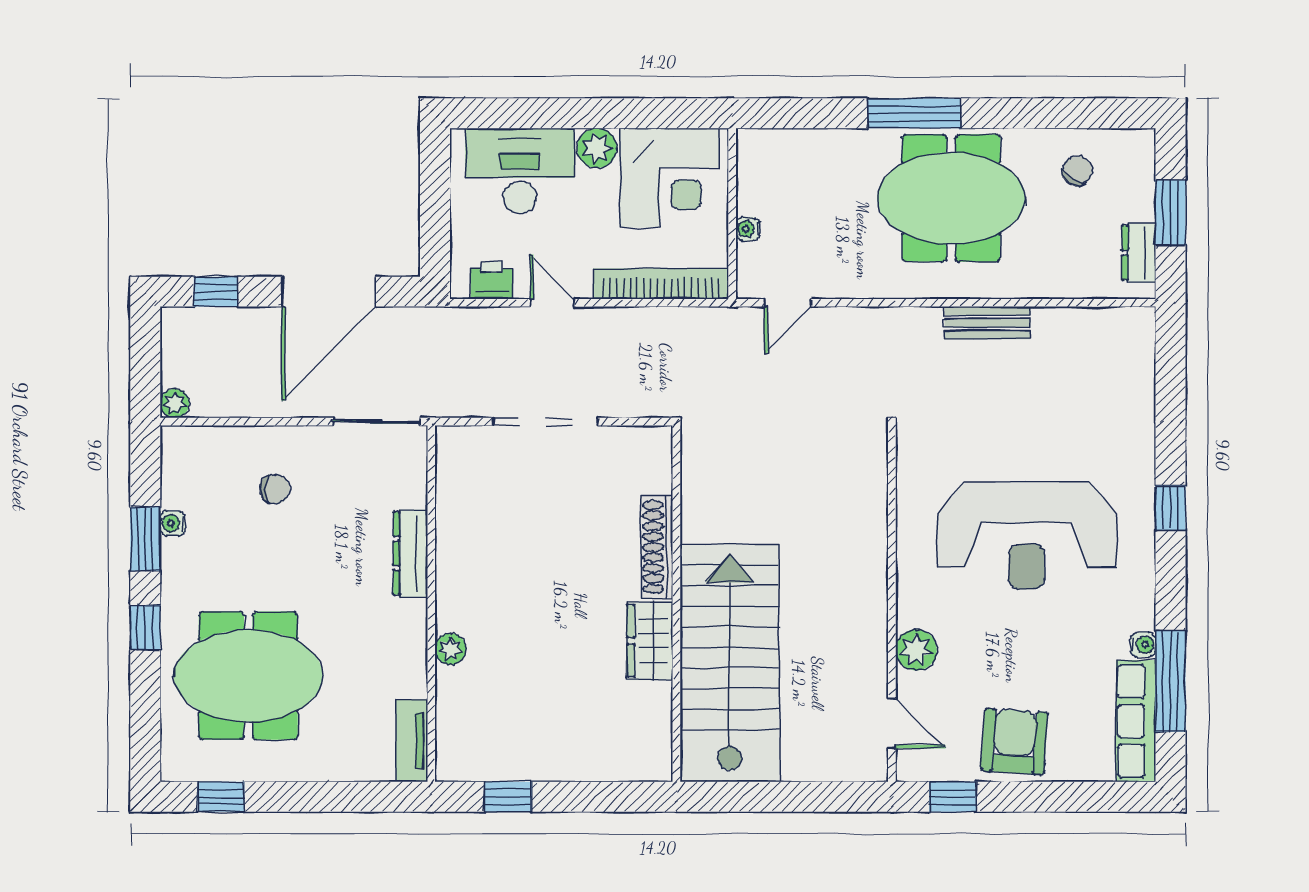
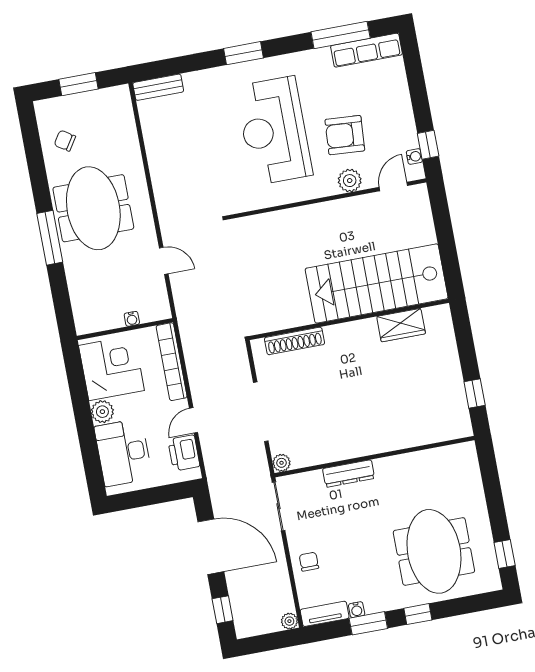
dresser: (1139, 253) -> (104, 98), removed
printer: (492, 280) -> (184, 453), width x1.36, depth x1.24
door: (788, 303) -> (164, 261), moved
bench: (987, 323) -> (158, 87), moved, turned 90
chair: (275, 489) -> (309, 562), moved
window: (1170, 508) -> (243, 53), width x1.50
reception desk: (1027, 535) -> (274, 131), turned 180
shoe rack: (657, 547) -> (295, 341), moved
wardrobe: (650, 641) -> (401, 325), moved
water cooler: (1143, 645) -> (414, 156), moved, turned 90
plant: (451, 649) -> (282, 463), moved
tv unit: (412, 741) -> (325, 614), moved, turned 180
armchair: (1014, 741) -> (345, 135), moved

